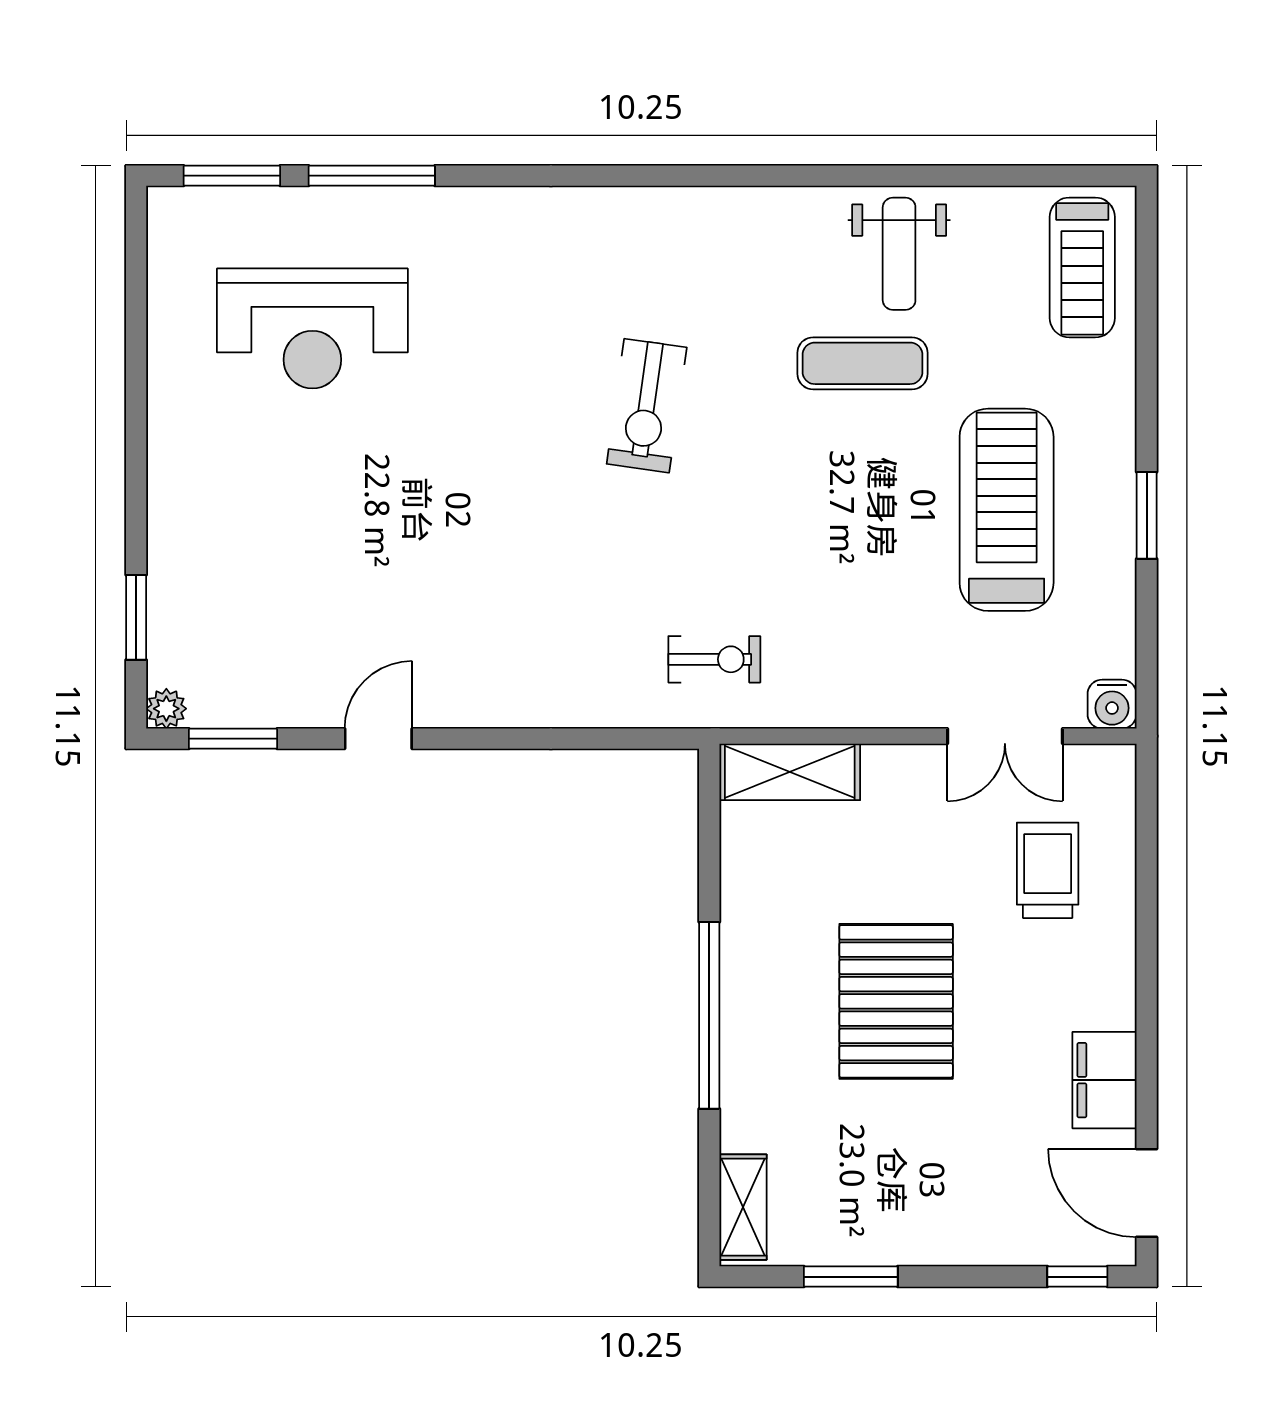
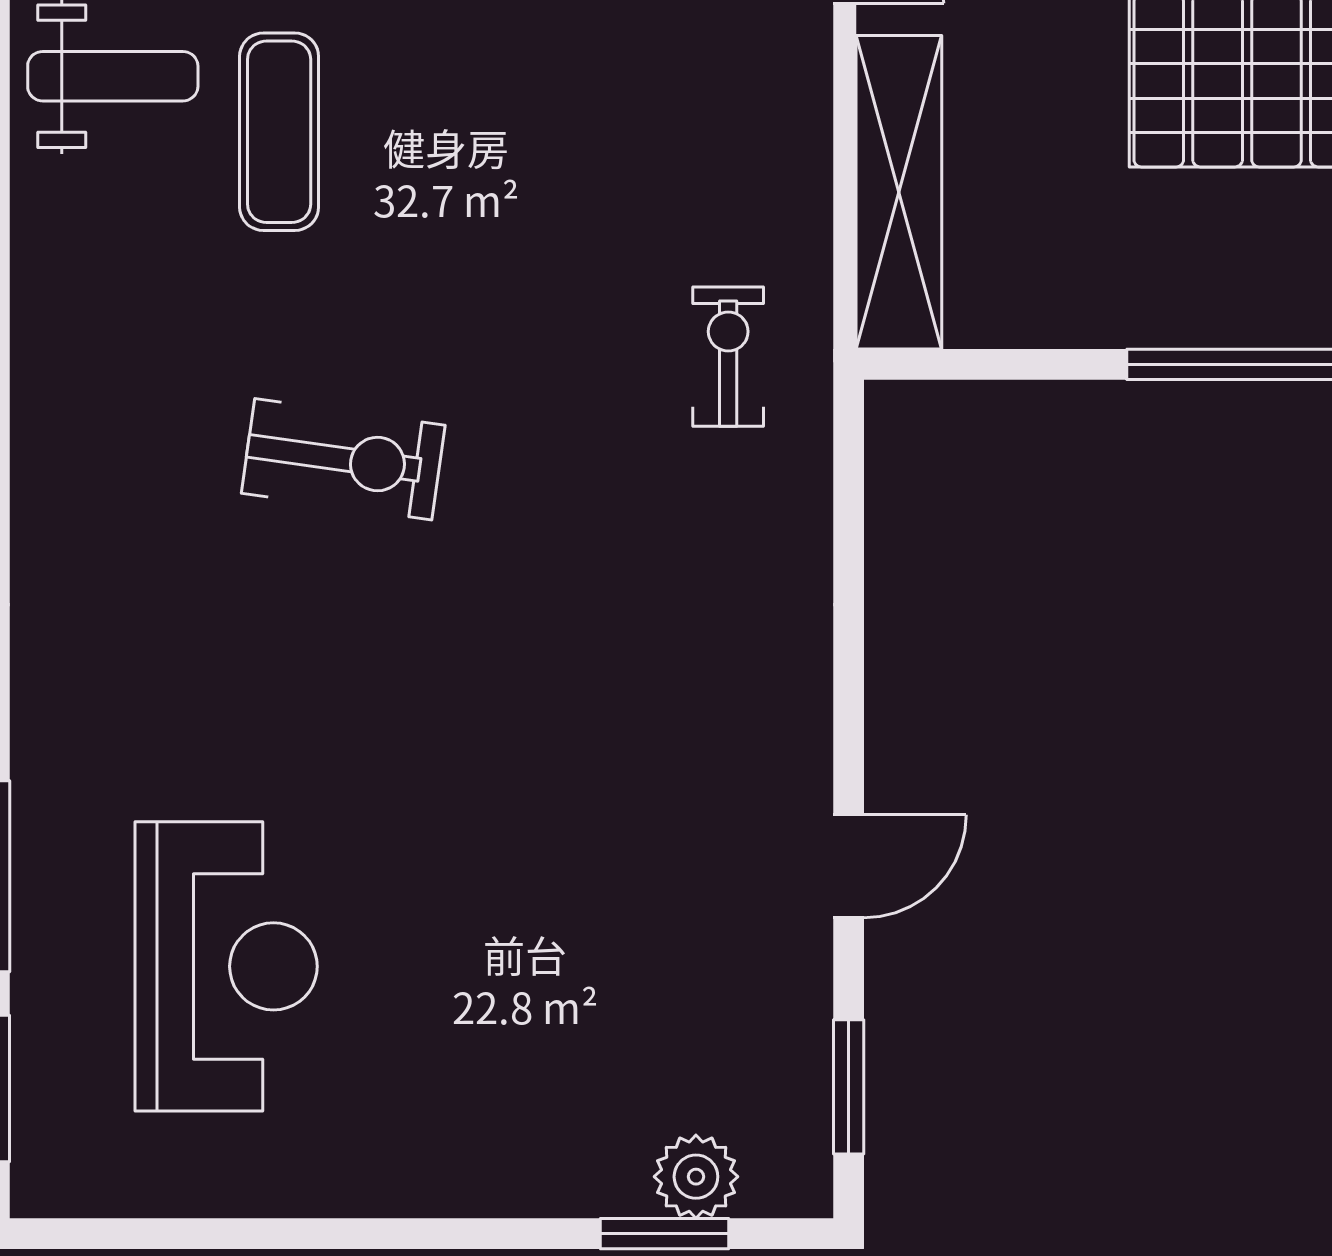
plant: (166, 709) -> (696, 1177), moved, width x1.38, depth x1.38
door: (378, 739) -> (849, 866), swing flipped
shelving: (790, 772) -> (899, 192), width x1.47

